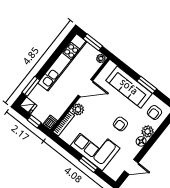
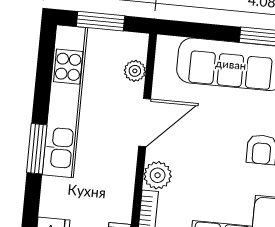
plant: (101, 58) -> (135, 71), moved
window: (31, 86) -> (37, 149), moved

